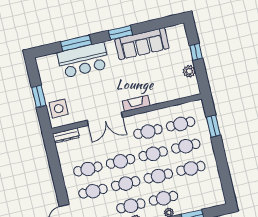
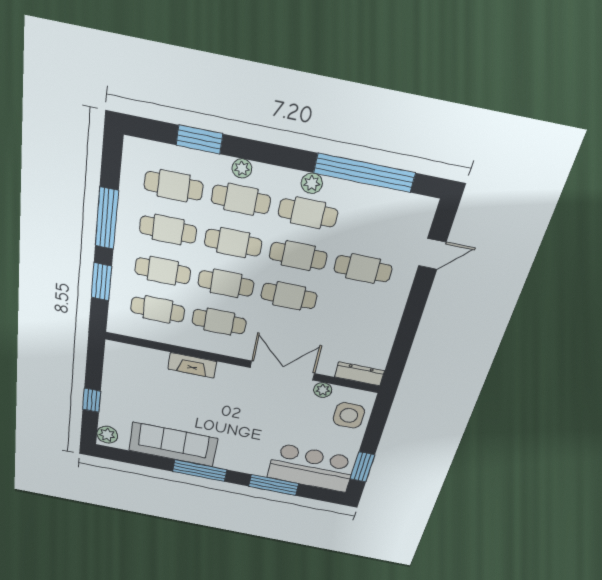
window: (121, 33) -> (200, 471), width x1.44
bar counter: (83, 60) -> (311, 468), moved
plant: (189, 71) -> (107, 435), moved
window: (39, 96) -> (362, 467), moved
fireplace: (136, 103) -> (192, 365), moved
plant: (79, 117) -> (323, 390), added
window: (221, 161) -> (107, 218), added
cafe table: (88, 169) -> (174, 186), moved

